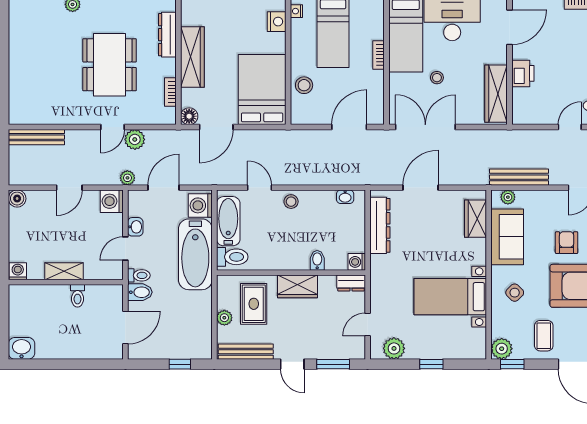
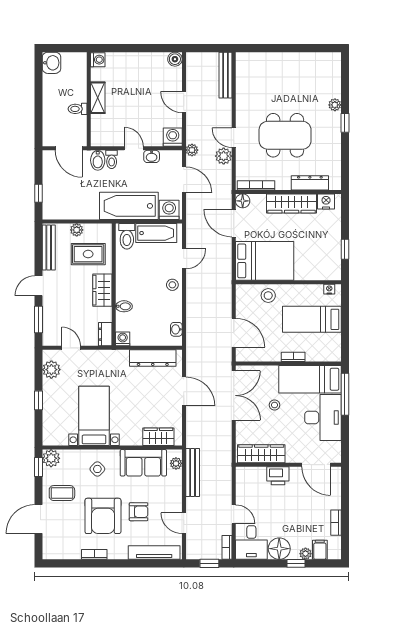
nightstand: (277, 22) -> (326, 201), moved, turned 180
bookcase: (170, 92) -> (256, 185), width x1.56
washing machine: (18, 271) -> (98, 60), moved
shelving: (64, 271) -> (98, 98), moved
wall: (66, 282) -> (89, 99), moved
toilet: (77, 296) -> (78, 109), moved

